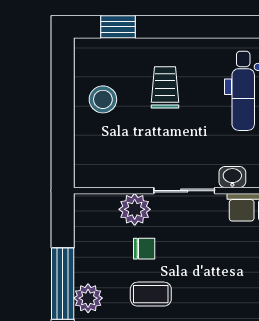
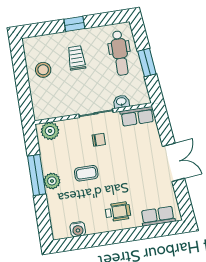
window: (118, 27) -> (74, 24), moved
plant: (135, 209) -> (50, 131), moved
chair: (144, 249) -> (99, 140), moved

